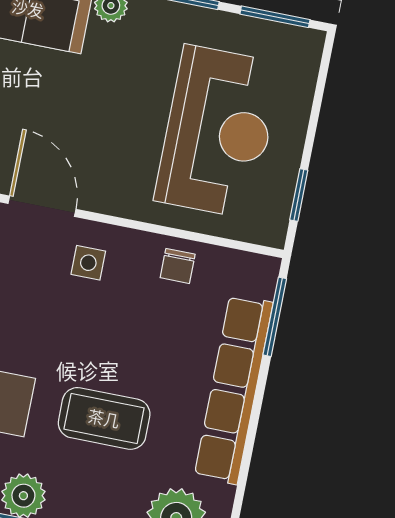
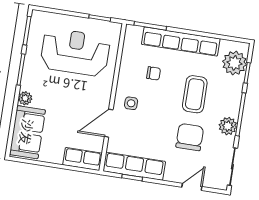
chair: (178, 266) -> (154, 73), moved

